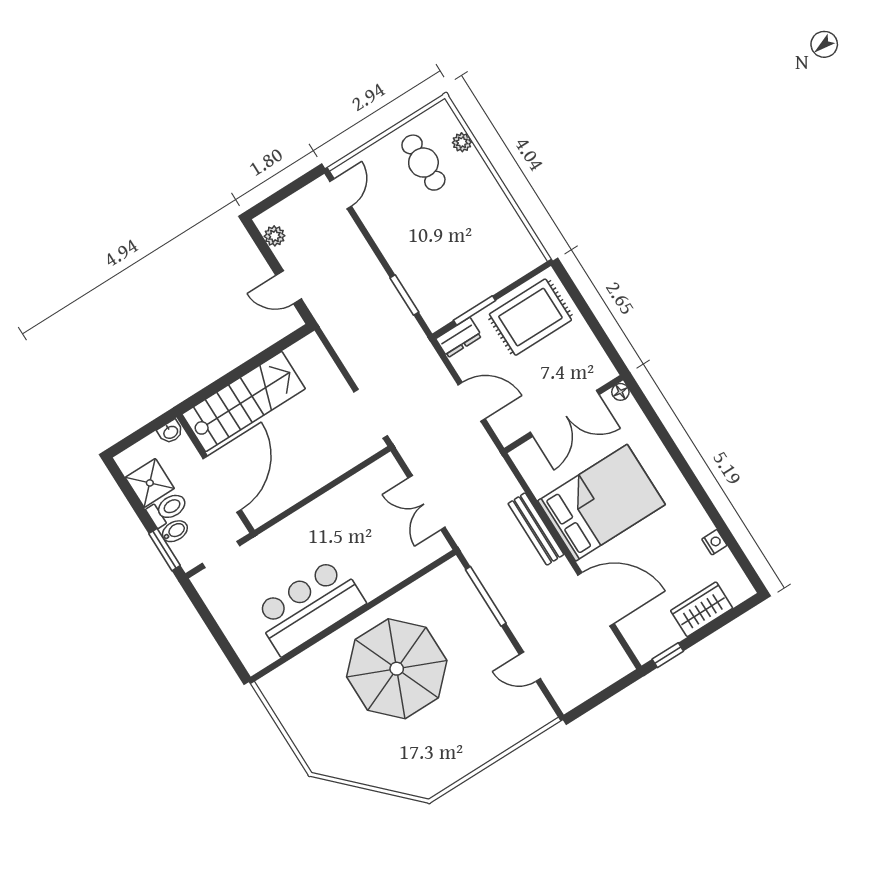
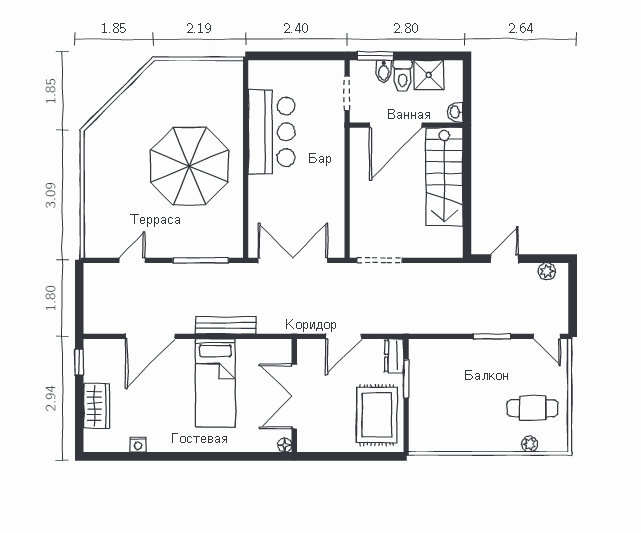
window: (404, 295) -> (492, 336), moved
door: (222, 484) -> (396, 125), hinge flipped
double door: (427, 503) -> (293, 260), width x1.37
bed: (601, 503) -> (215, 383), width x0.67

